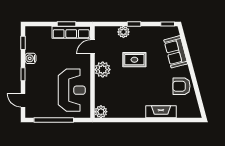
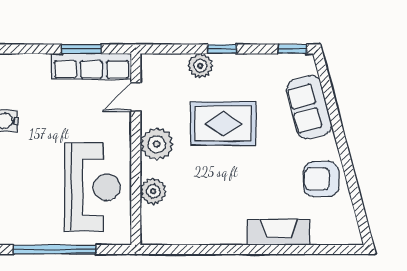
rug: (134, 60) -> (223, 124), width x1.36, depth x1.43
plant: (101, 112) -> (153, 191), moved

